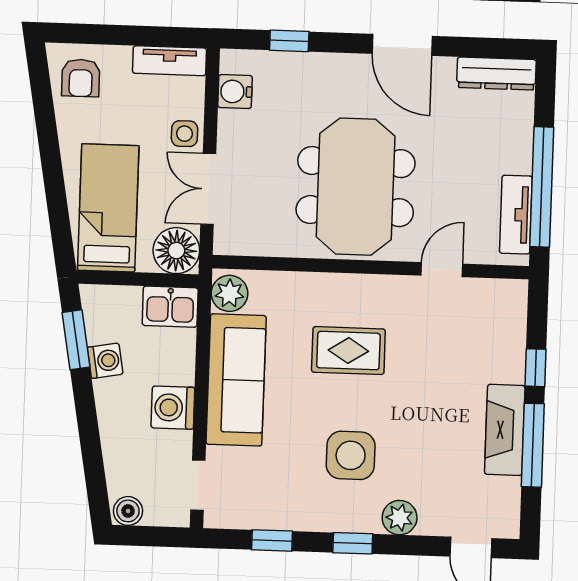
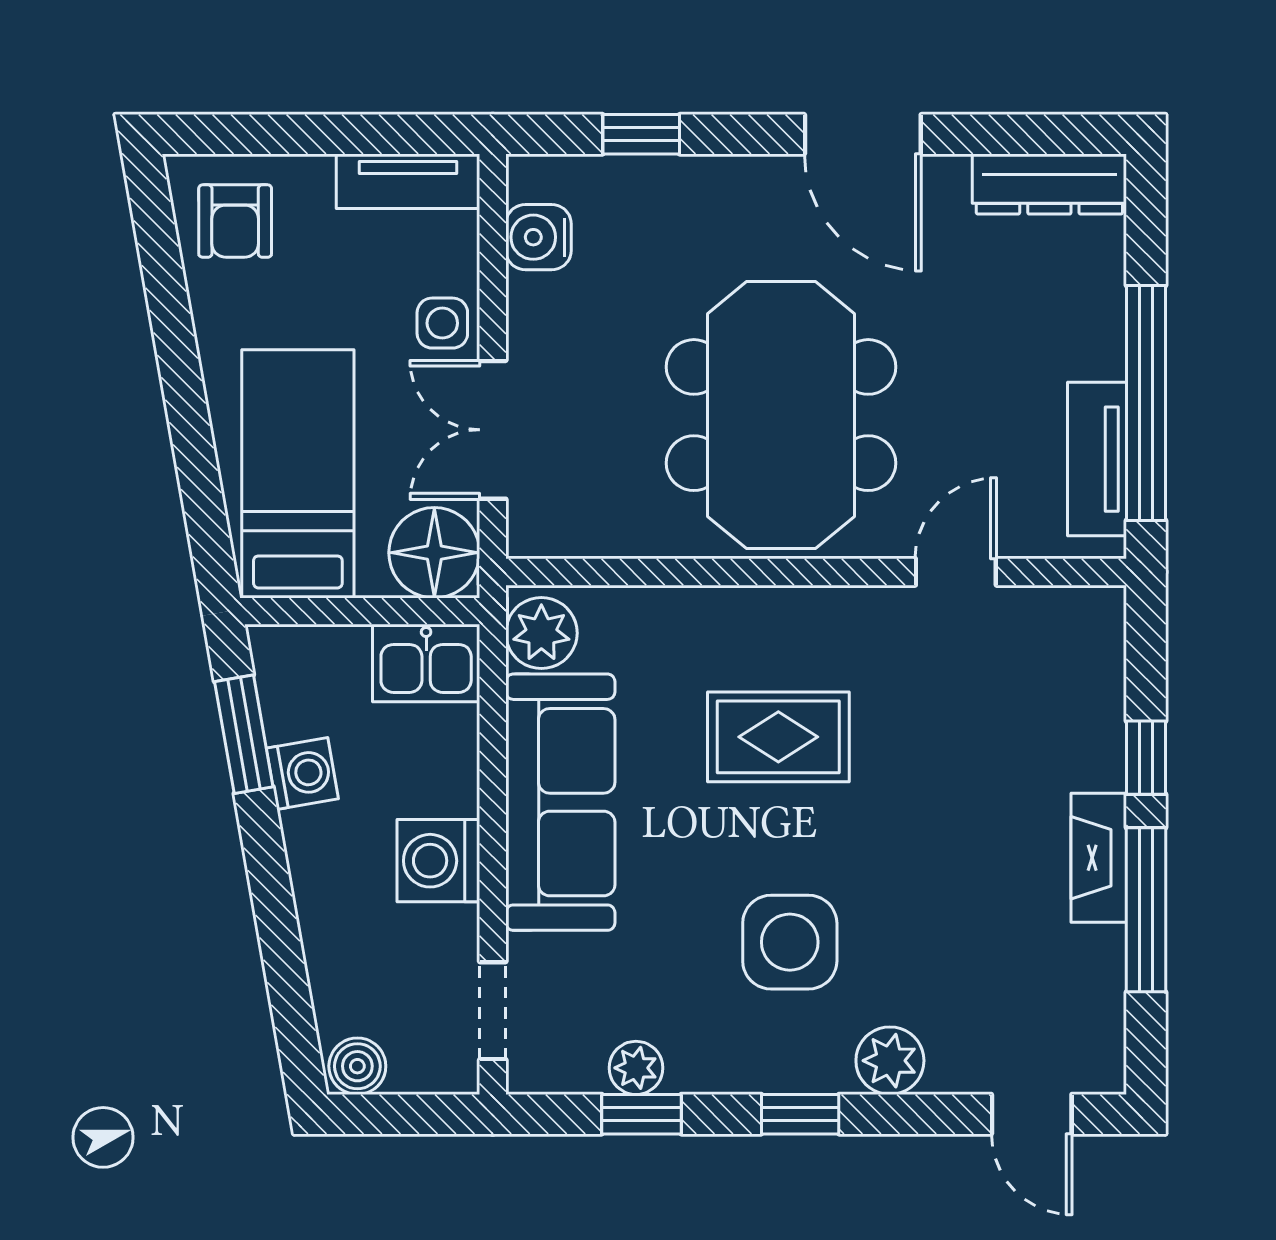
fireplace: (505, 430) -> (1099, 858), width x0.73, depth x0.76
plant: (270, 517) -> (636, 1068), added

